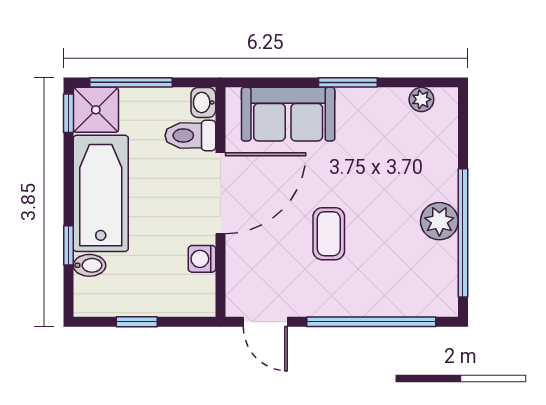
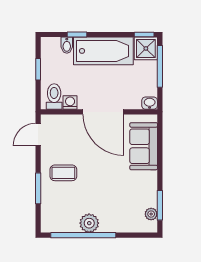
window: (348, 82) -> (160, 205), moved
toilet: (190, 136) -> (54, 97), moved
coffee table: (329, 234) -> (63, 173), moved
window: (371, 322) -> (38, 188), width x0.47

